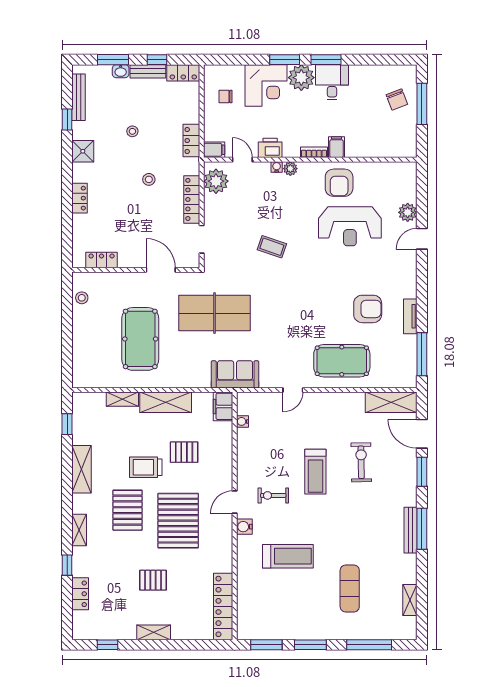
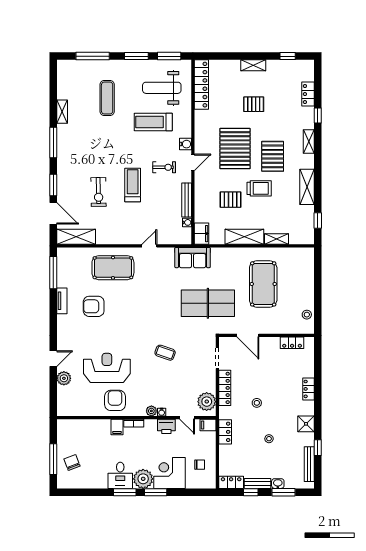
bench: (410, 530) -> (187, 200), moved
shelving: (410, 600) -> (62, 112), moved
weight bench: (276, 602) -> (162, 88), added

